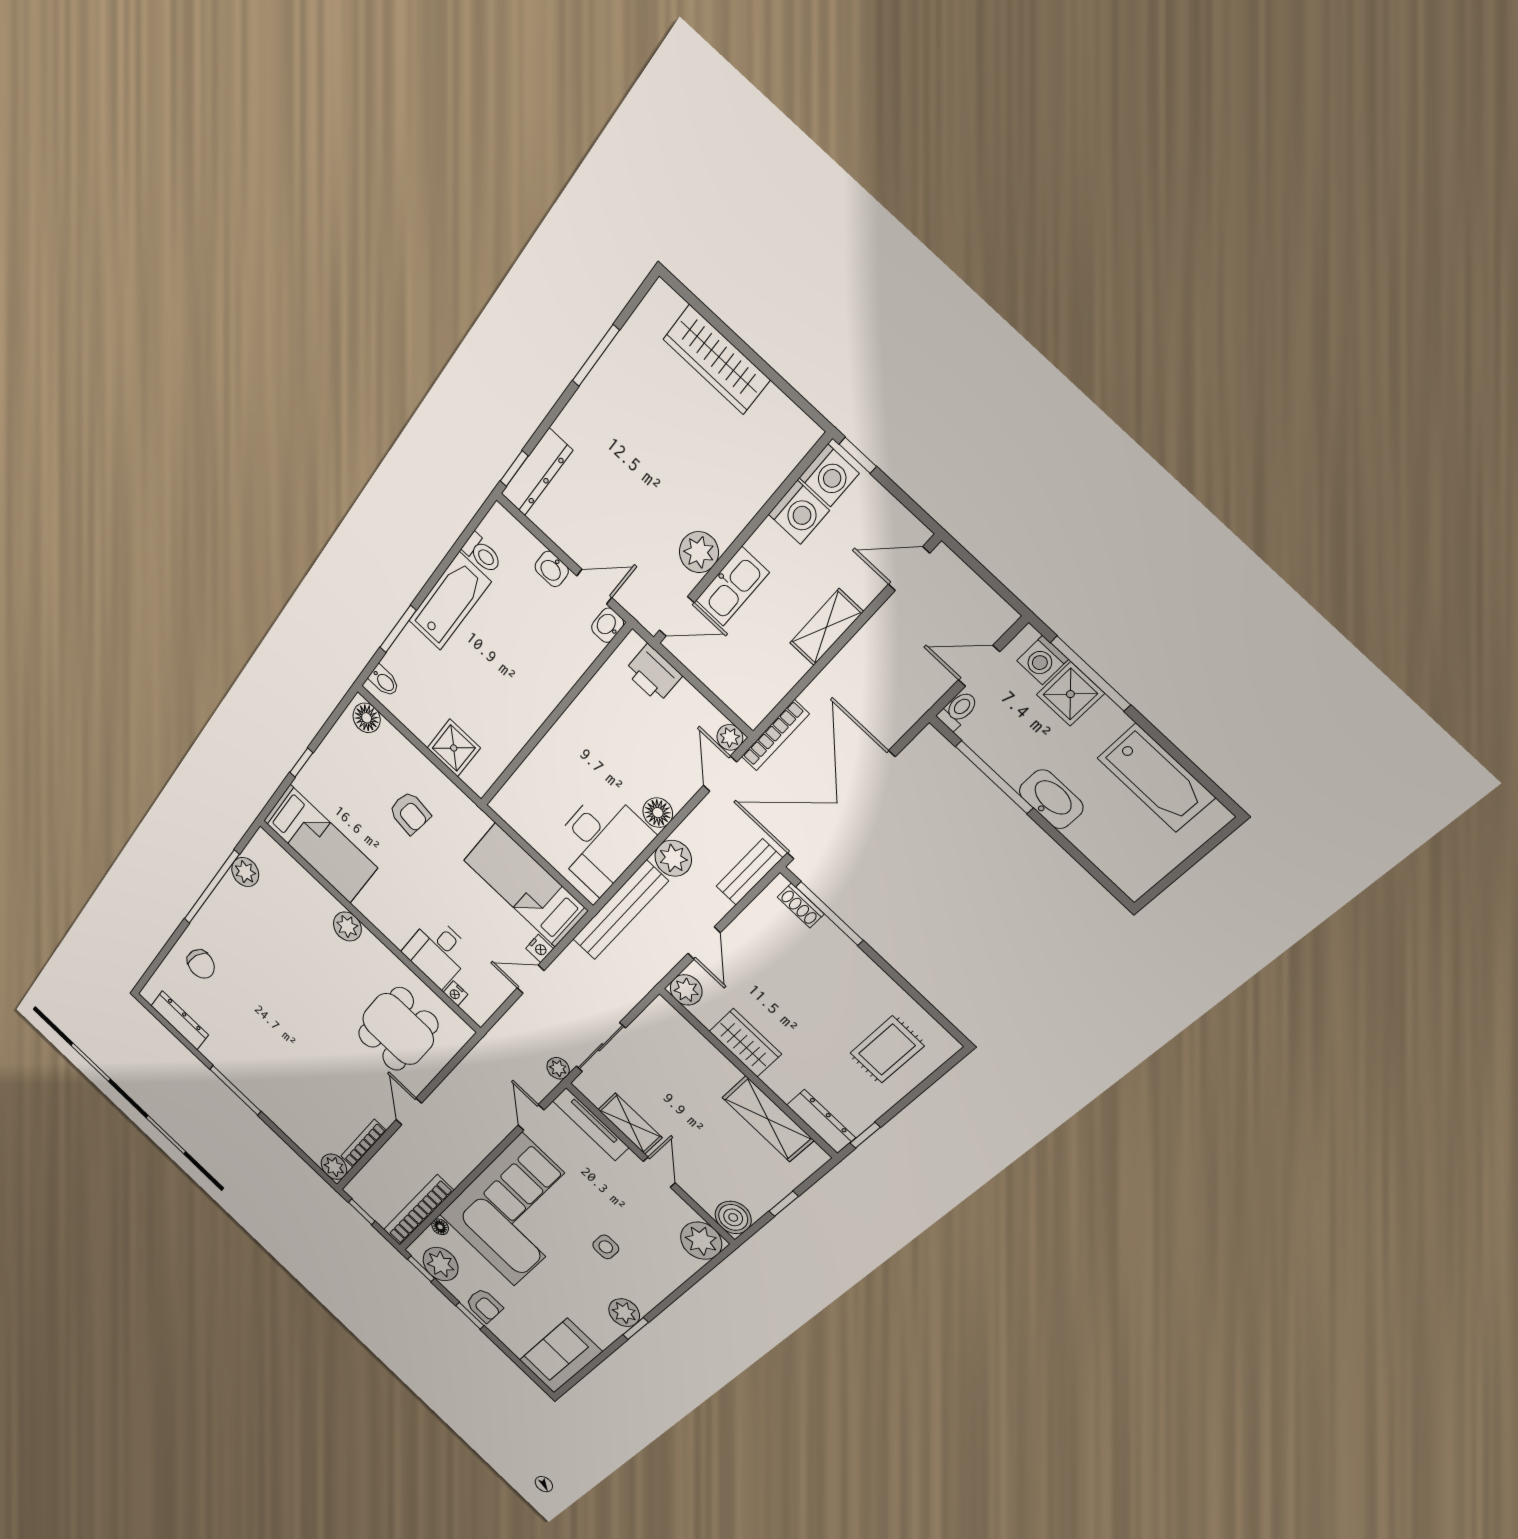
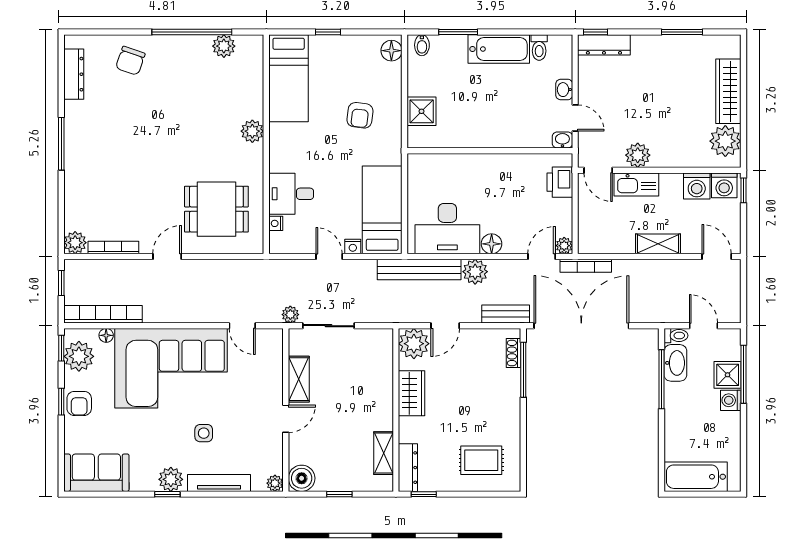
plant: (775, 422) -> (725, 141), added
washing machine: (1042, 660) -> (731, 400), moved
bathtub: (1156, 778) -> (696, 477), moved, turned 90
washbasin: (1051, 799) -> (675, 363), moved
plant: (686, 990) -> (414, 344), width x1.36, depth x1.36
door: (531, 1117) -> (242, 326), swing flipped
shelving: (768, 1119) -> (384, 453), width x0.67, depth x0.75
tv unit: (591, 1124) -> (219, 483), moved, turned 90
plant: (701, 1241) -> (275, 483), width x0.53, depth x0.53

